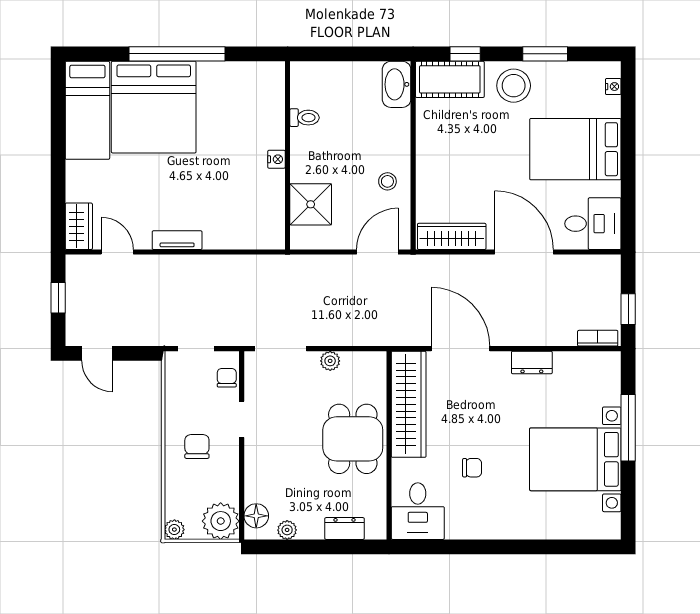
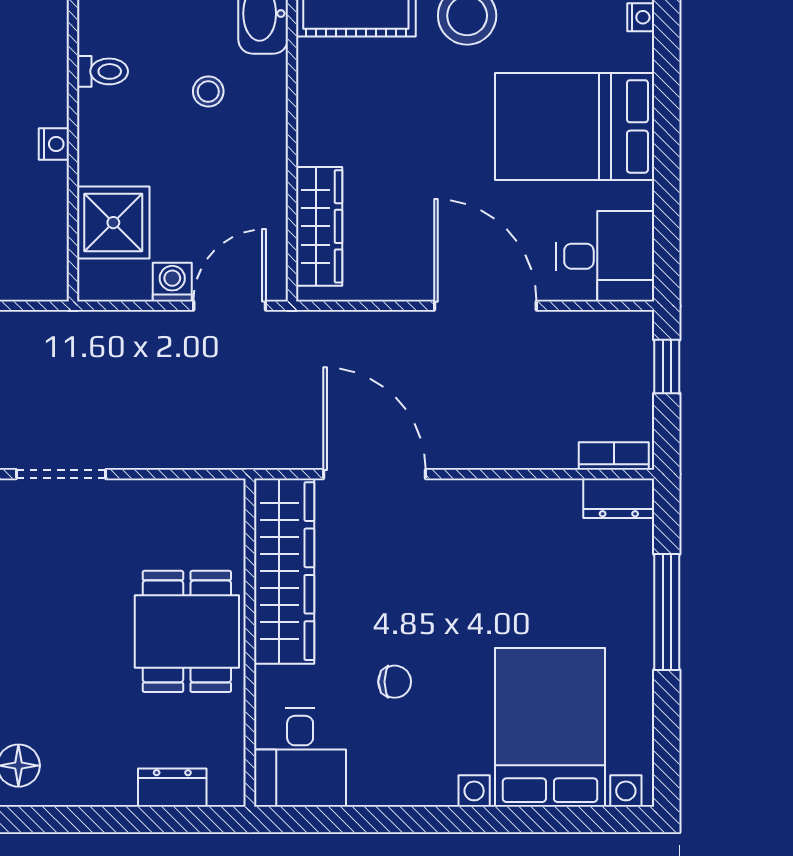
stool: (387, 181) -> (208, 91), moved
wardrobe: (452, 236) -> (319, 226), moved, turned 90
washing machine: (344, 238) -> (172, 282), added
window: (628, 309) -> (667, 366), moved
plant: (330, 361) -> (147, 495), removed
dresser: (532, 362) -> (619, 498), moved
bed with nightstands: (575, 459) -> (550, 727), moved, turned 90
plant: (287, 530) -> (72, 790), removed

